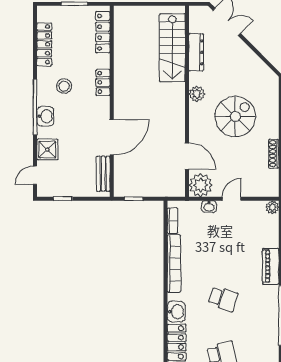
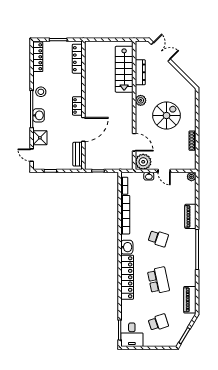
locker: (44, 44) -> (38, 57), moved
locker: (103, 82) -> (77, 106), moved
stool: (64, 86) -> (41, 92), moved
door: (35, 175) -> (32, 155), hinge flipped
door: (232, 199) -> (164, 171), swing flipped

